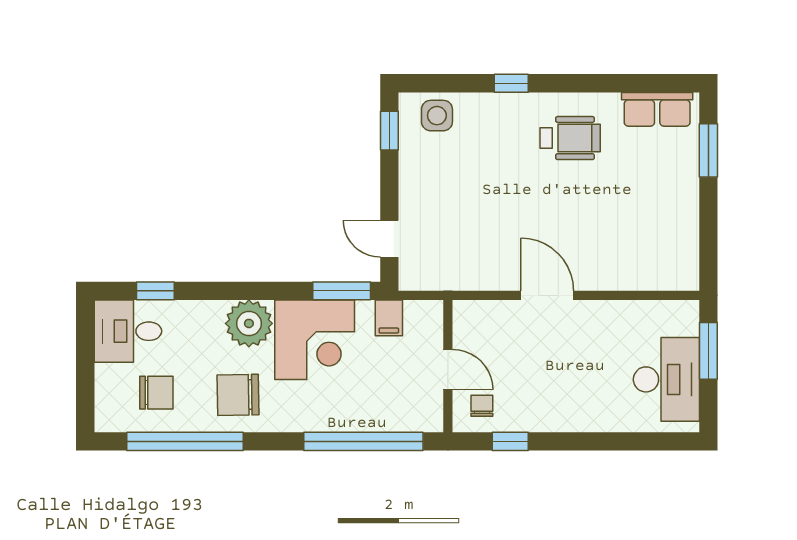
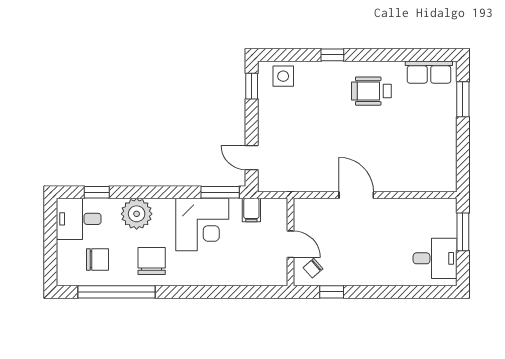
wheelchair: (570, 138) -> (371, 91), turned 180
plant: (249, 323) -> (137, 214), moved
desk: (666, 379) -> (435, 258), width x0.73
chair: (238, 395) -> (152, 261), turned 91
chair: (482, 406) -> (313, 268), turned -131
window: (363, 441) -> (235, 292), removed

